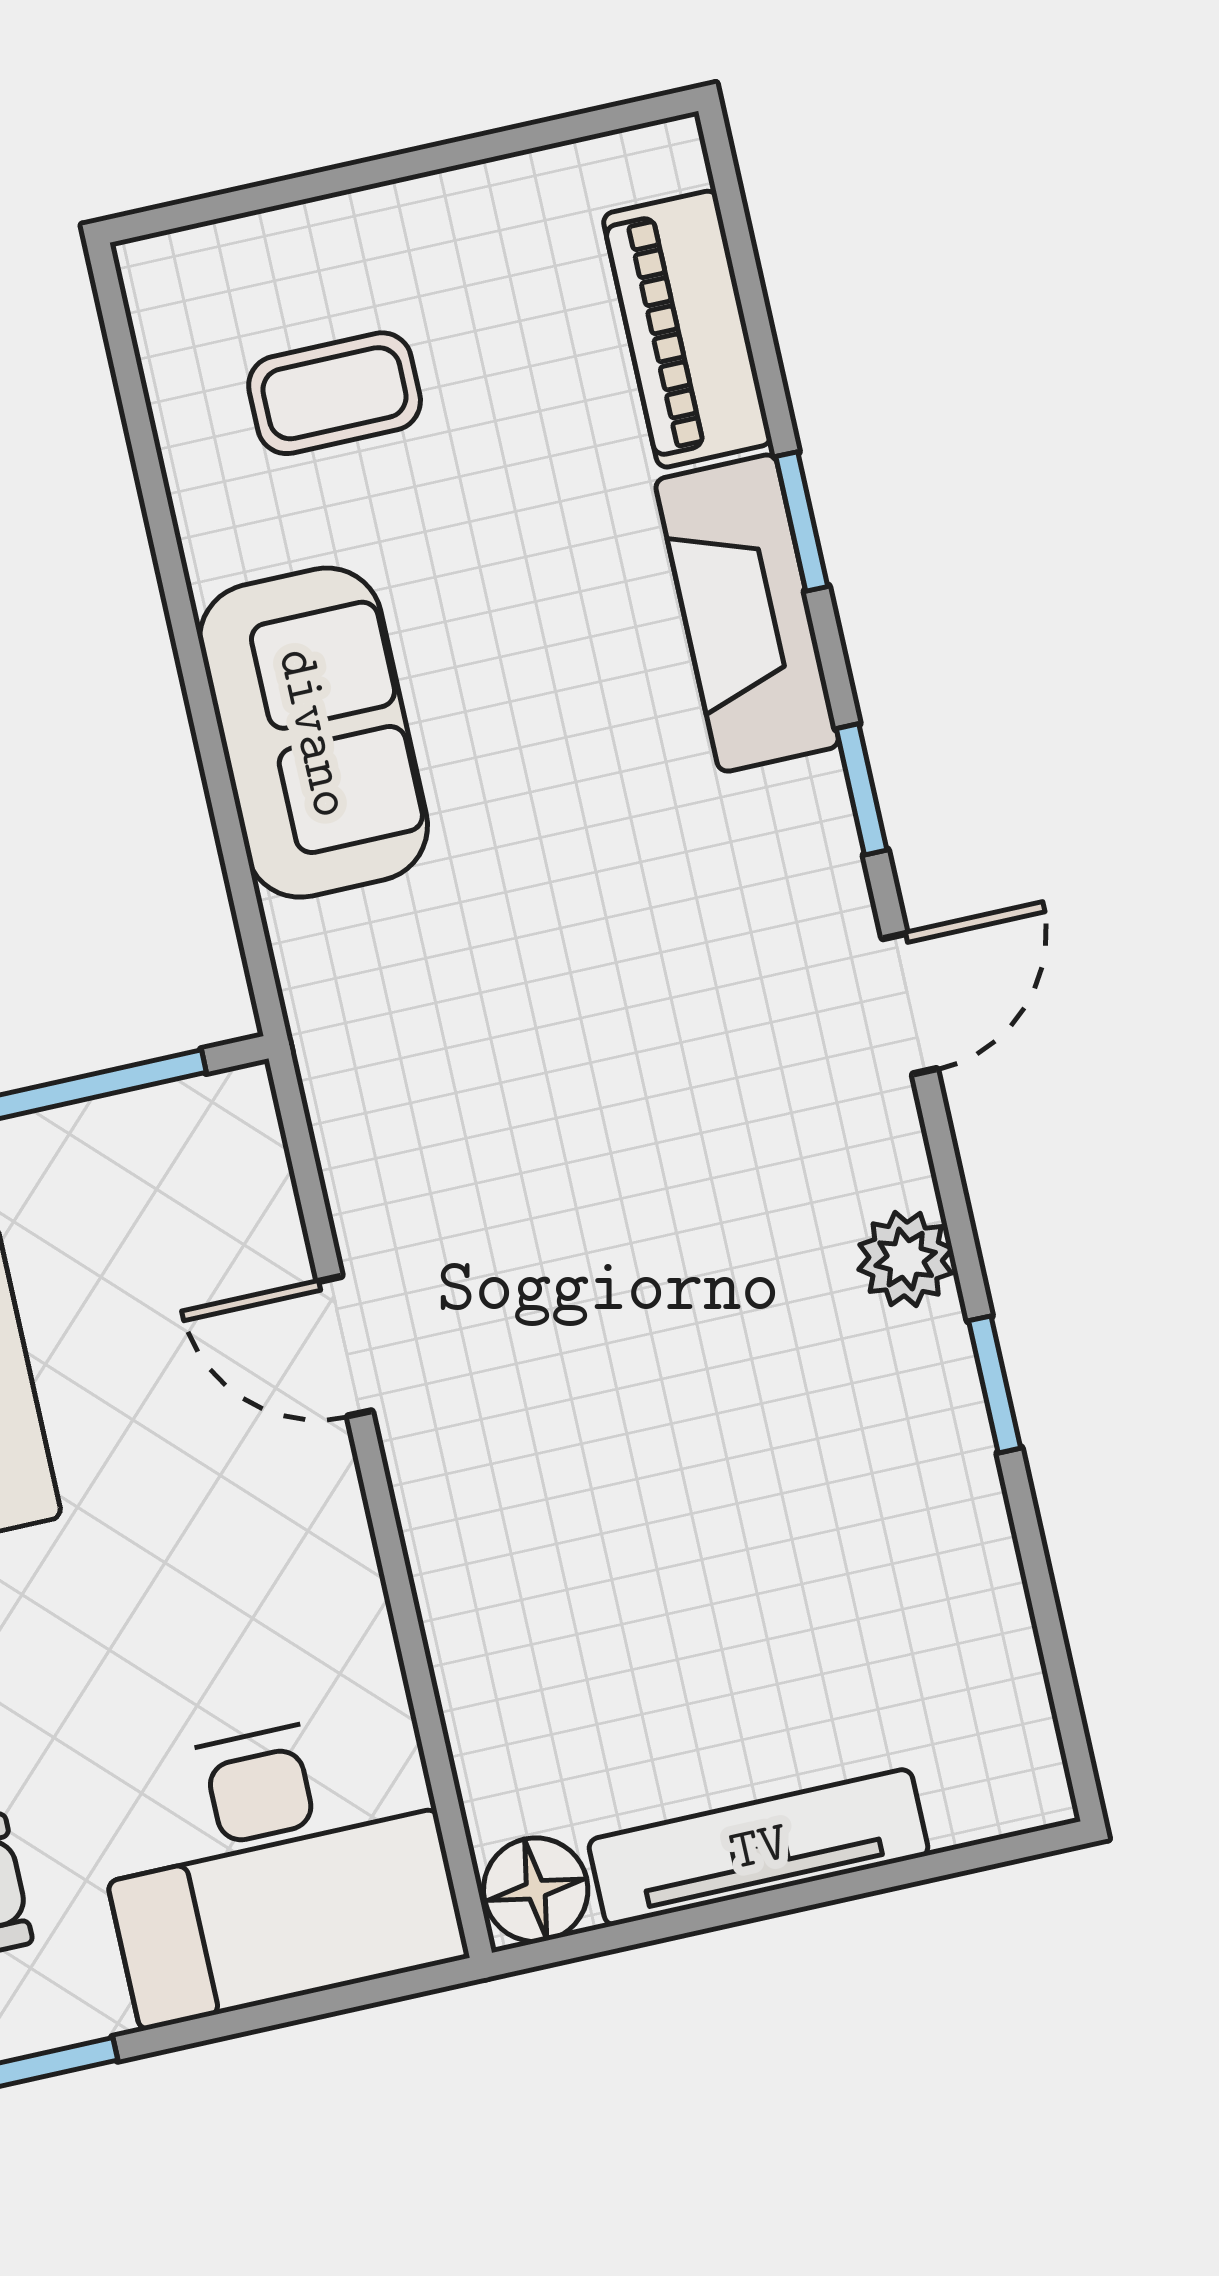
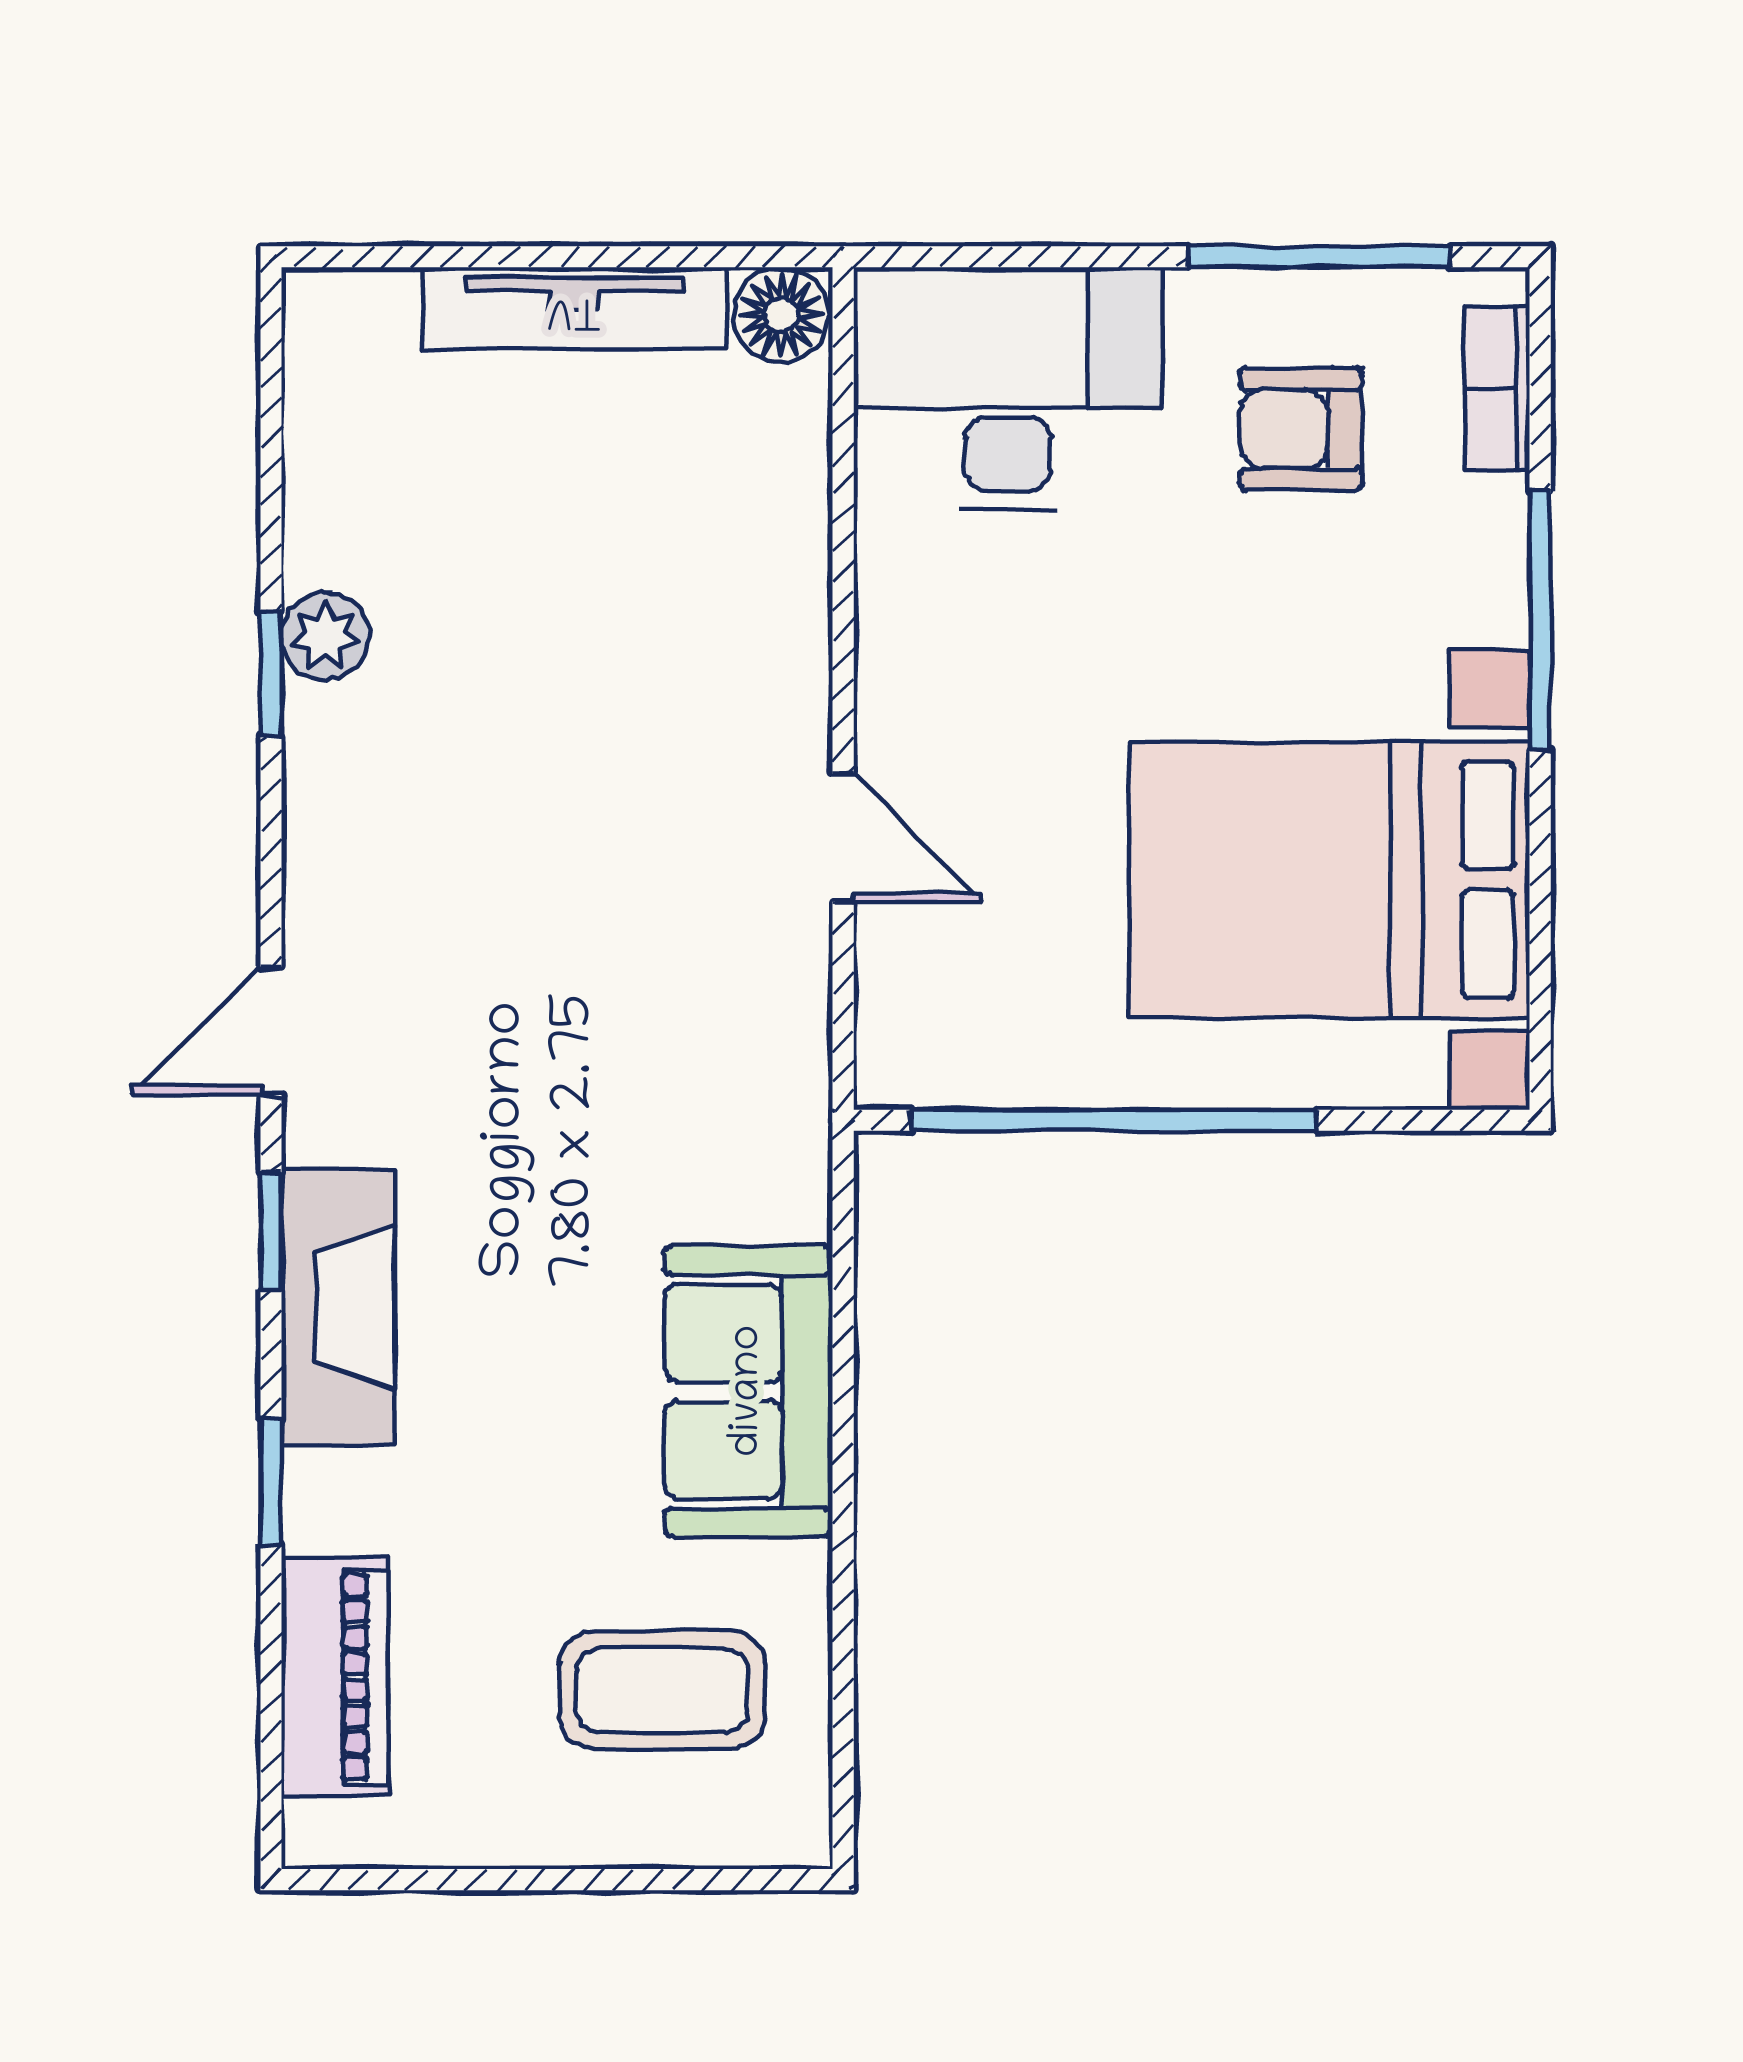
coffee table: (335, 393) -> (662, 1690), width x1.36, depth x1.30
fireplace: (747, 613) -> (338, 1307), moved
plant: (906, 1259) -> (325, 636), moved

